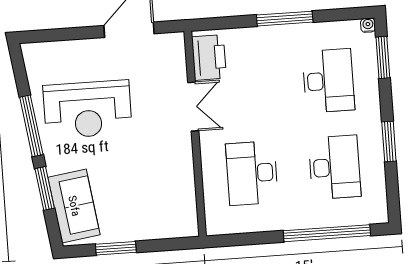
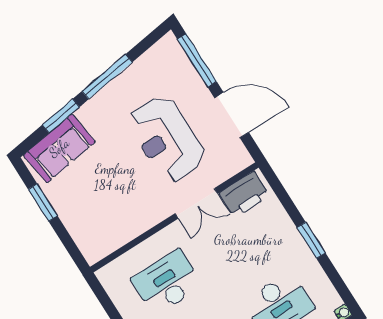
window: (285, 19) -> (311, 240), width x0.69
window: (61, 35) -> (197, 60), added
reception desk: (88, 109) -> (166, 139), moved

